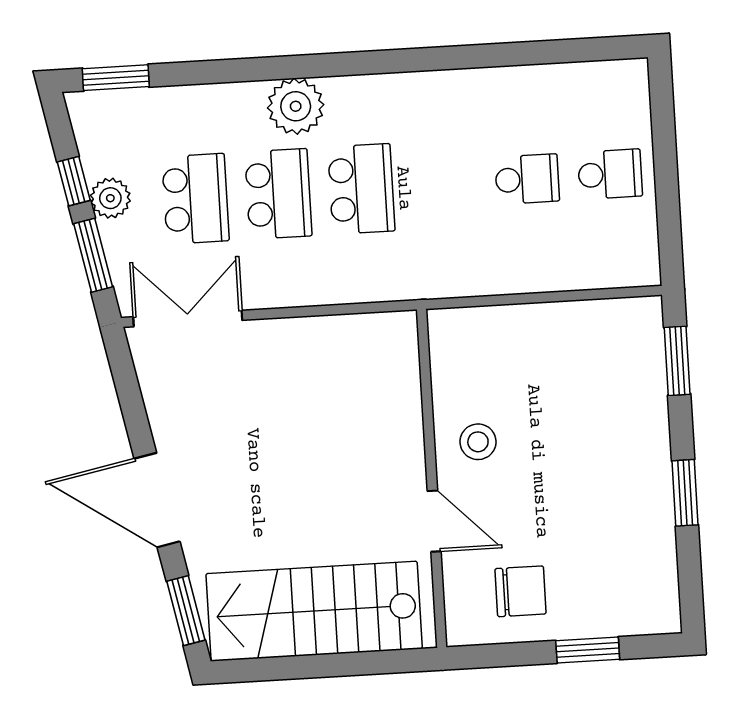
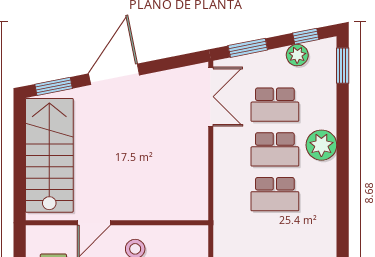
plant: (296, 106) -> (321, 145), moved
window: (74, 181) -> (306, 36), moved
plant: (110, 198) -> (297, 55), moved

